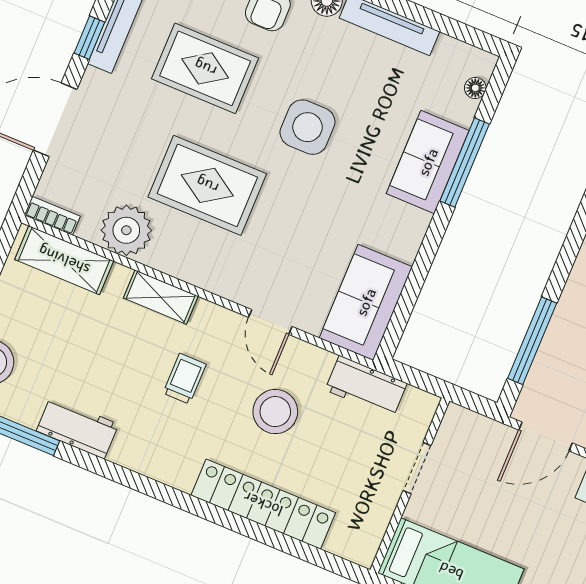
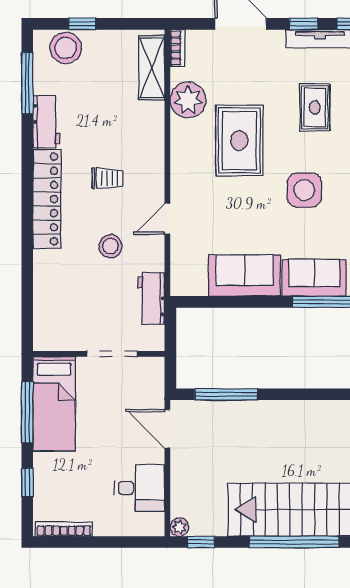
rug: (205, 68) -> (315, 108), width x0.73, depth x0.70
shelving: (161, 297) -> (154, 141), removed
sofa: (366, 302) -> (245, 275), moved
stool: (275, 412) -> (110, 246), width x0.73, depth x0.73
doorway: (417, 468) -> (112, 354), width x1.38
locker: (263, 504) -> (47, 199), moved

